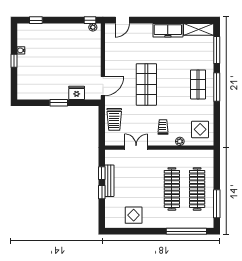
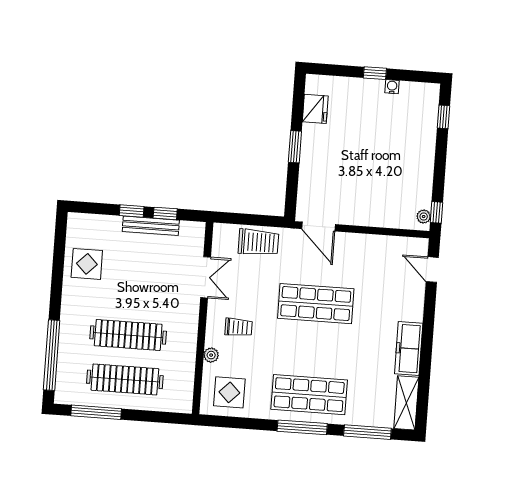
shop shelf: (198, 84) -> (309, 395), width x1.43, depth x1.36
fridge: (77, 93) -> (315, 109), moved
trolley: (114, 119) -> (258, 242), turned 180

